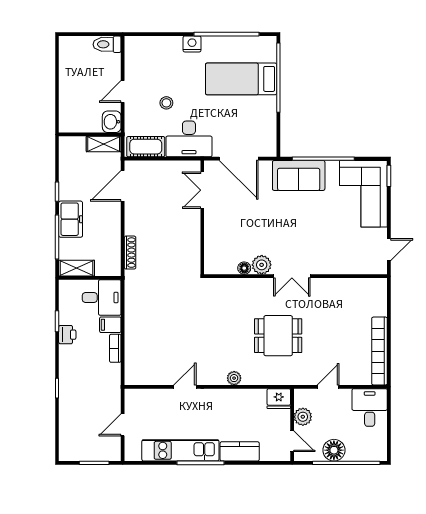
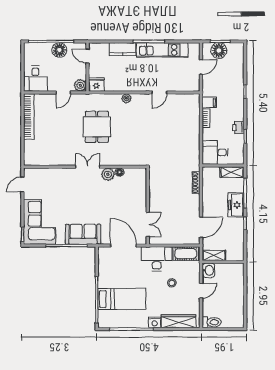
wardrobe: (156, 46) -> (179, 321), added
filing cabinet: (110, 325) -> (209, 103), moved
dining table: (278, 336) -> (97, 127), turned 90
plant: (303, 417) -> (80, 85), moved
floor lamp: (96, 449) -> (219, 51), added

